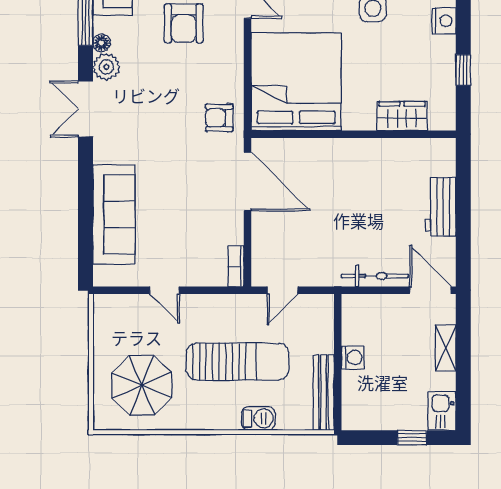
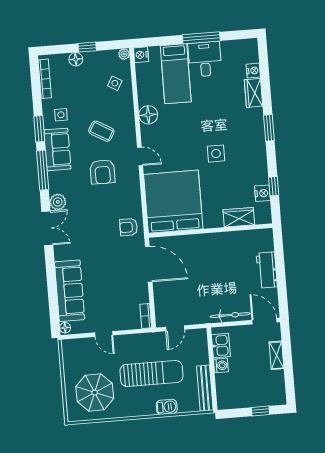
nightstand: (444, 21) -> (262, 193), moved
floor lamp: (102, 43) -> (65, 328), moved
double door: (85, 109) -> (47, 228), swing flipped
kitchen sink: (442, 411) -> (221, 346), moved, turned 180

